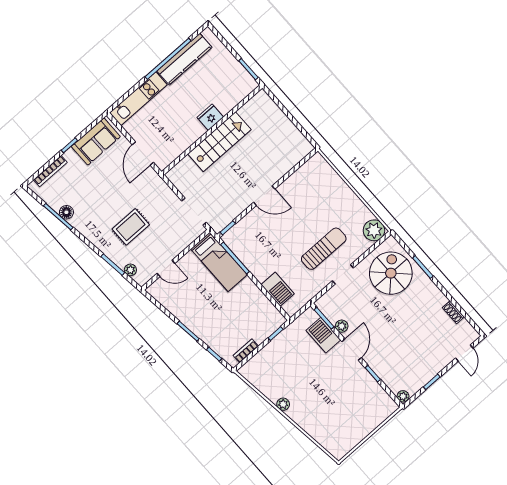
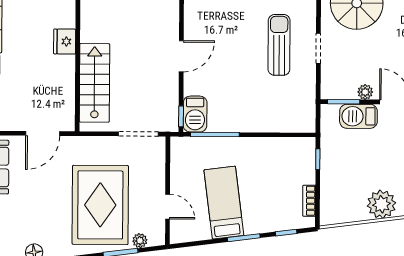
stairs: (219, 142) -> (95, 83), moved
door: (143, 154) -> (43, 134), hinge flipped
rug: (131, 227) -> (100, 205), width x1.86, depth x2.06
bed: (219, 262) -> (224, 203), moved, turned -97
door: (166, 268) -> (168, 207), hinge flipped
barbecue: (278, 289) -> (195, 114), moved, turned 90
plant: (283, 404) -> (382, 204), width x1.88, depth x1.88

